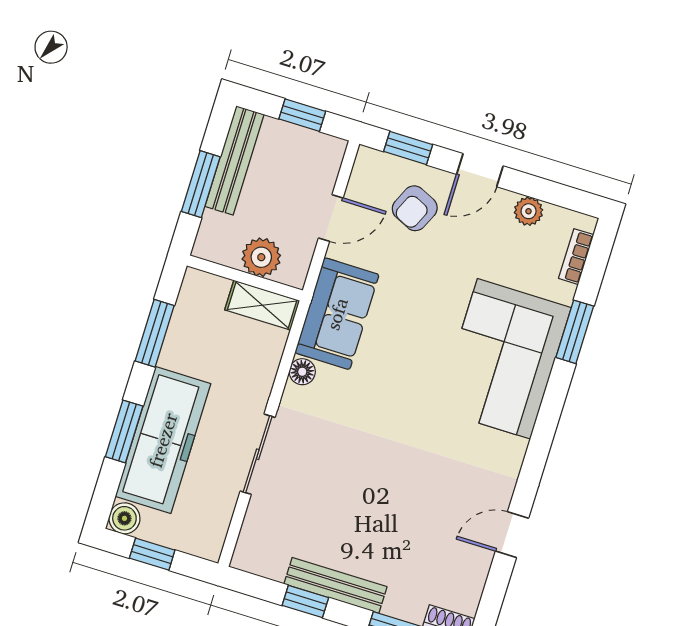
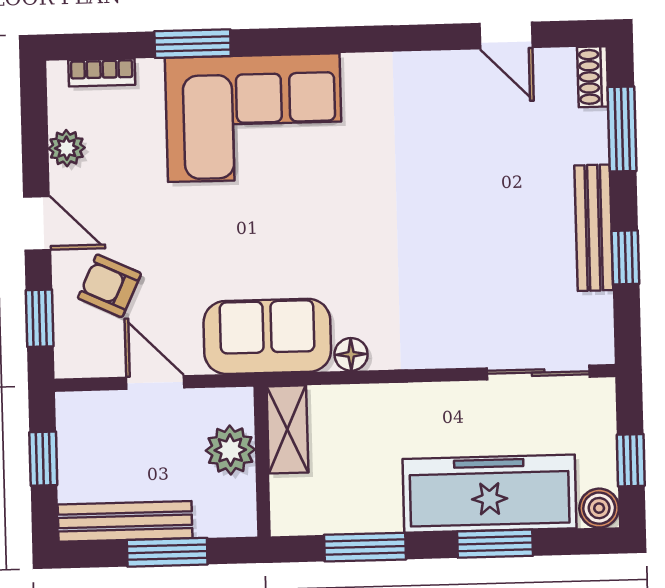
armchair: (415, 208) -> (109, 286), turned 180
sliding door: (258, 454) -> (538, 373), moved
door: (512, 535) -> (506, 36), moved

